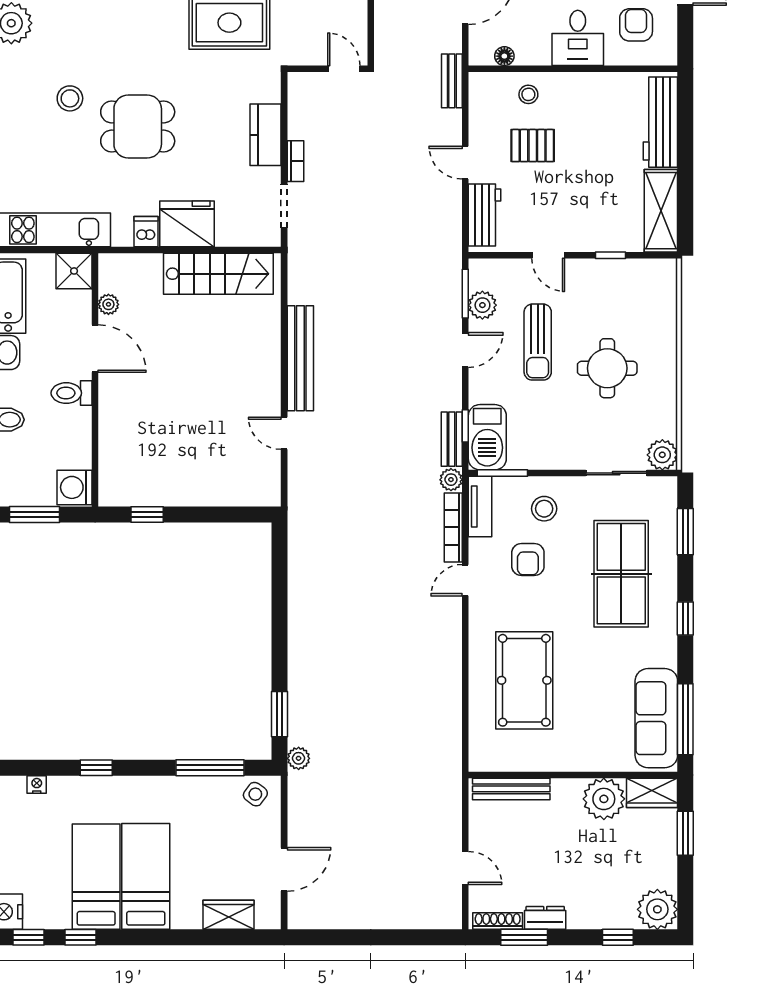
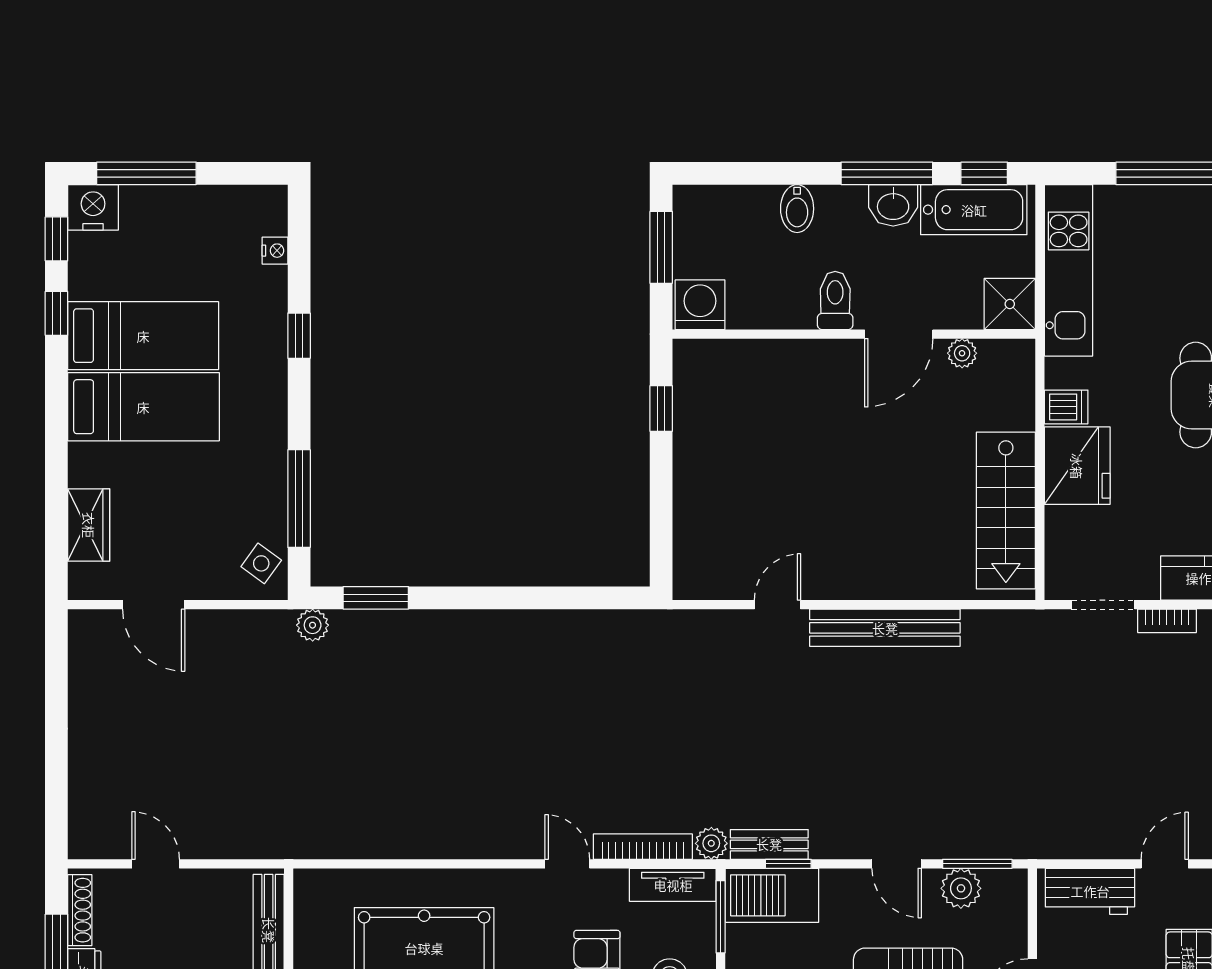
door: (465, 868) -> (156, 864), swing flipped

